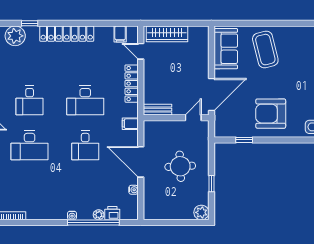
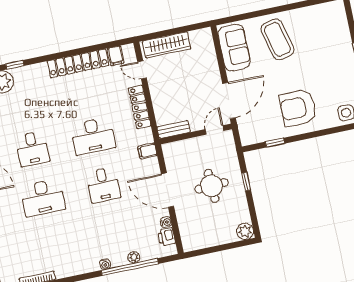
locker: (67, 34) -> (78, 63), moved
window: (211, 184) -> (246, 182), moved
printer: (112, 213) -> (167, 237), moved, turned -90

